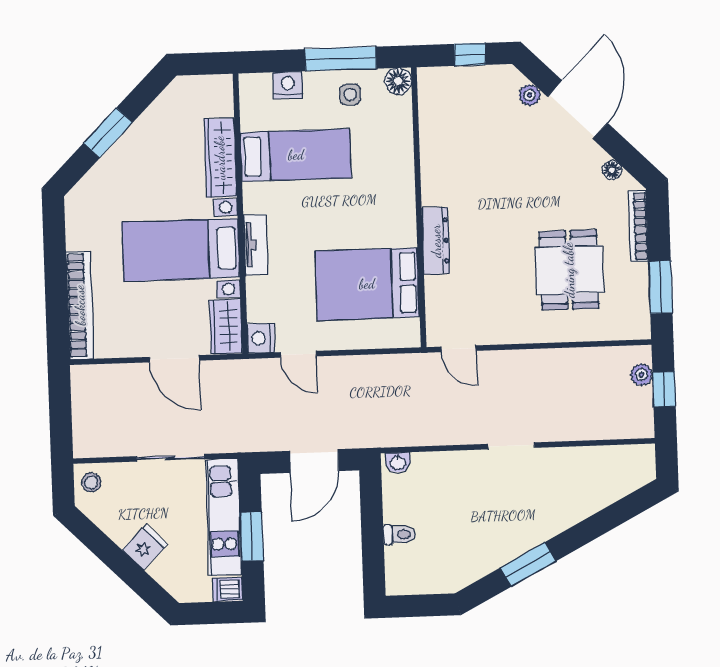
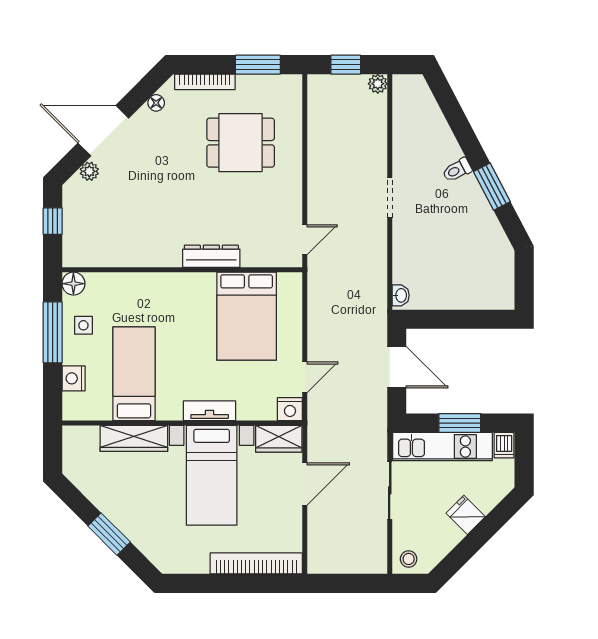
plant: (641, 375) -> (378, 84), moved
toilet: (399, 535) -> (457, 170), moved, turned -118

